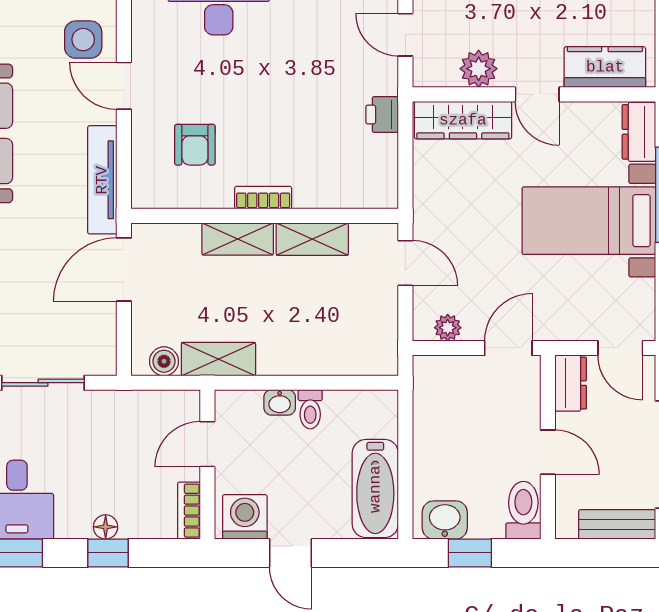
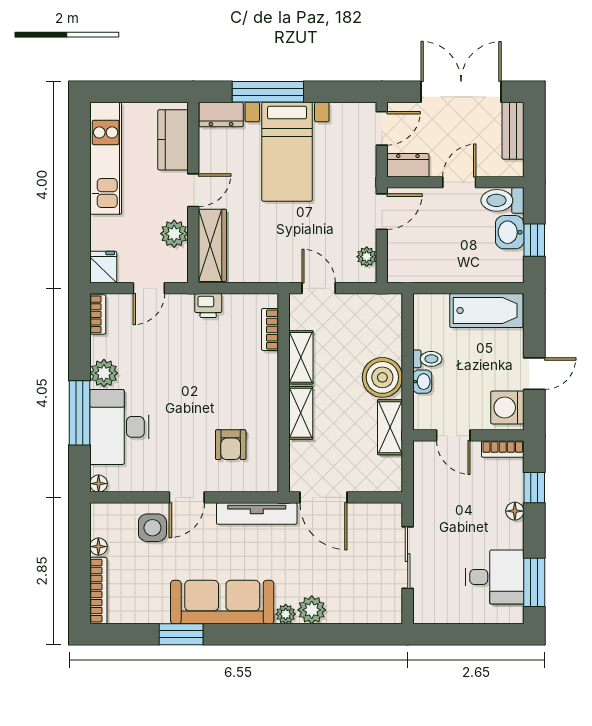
armchair: (195, 145) -> (231, 445), turned 90
bookcase: (263, 198) -> (270, 330), moved
door: (405, 263) -> (319, 288), hinge flipped
door: (508, 348) -> (382, 212), swing flipped
boiler: (164, 361) -> (382, 377), moved, width x1.86, depth x1.86
washbasin: (445, 520) -> (510, 232), moved
window: (108, 553) -> (534, 488), moved

